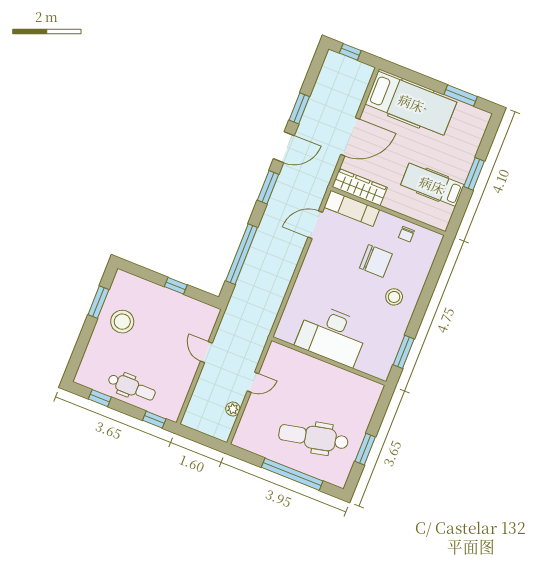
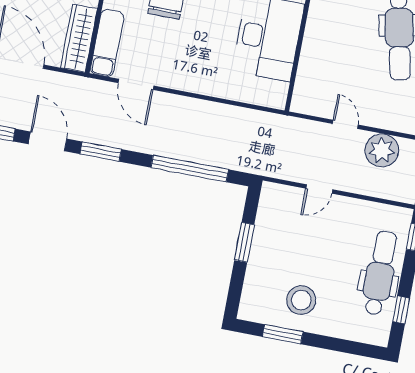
window: (176, 286) -> (244, 242), width x1.50
dental chair: (132, 387) -> (380, 273), width x1.36, depth x1.38
plant: (233, 409) -> (382, 150), width x1.87, depth x1.87

